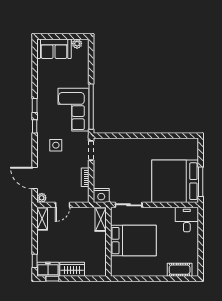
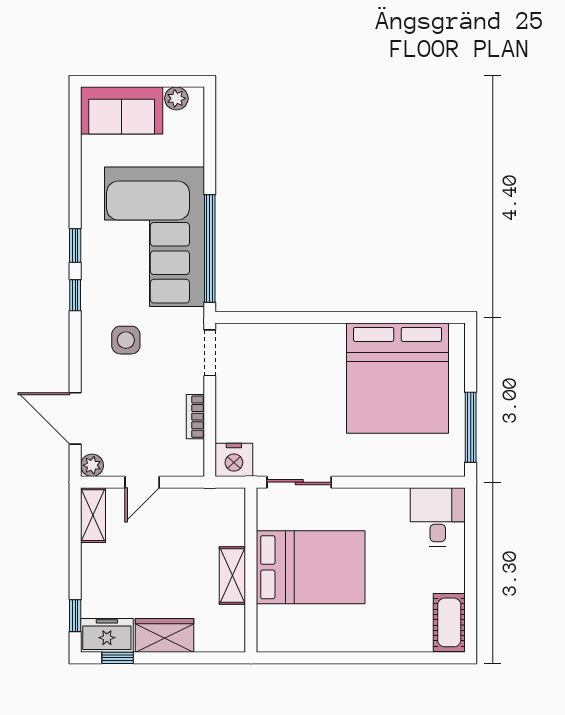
corner sofa: (73, 110) -> (154, 237), width x1.36, depth x1.36
bed: (175, 181) -> (398, 378), moved, turned -90
shelving: (101, 219) -> (232, 575), moved
cot: (180, 270) -> (449, 622), moved, turned 90

